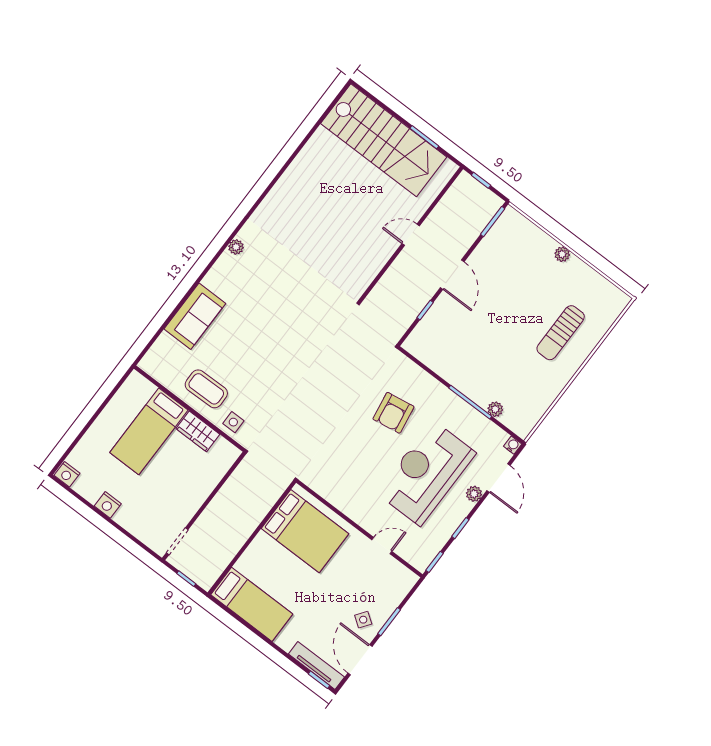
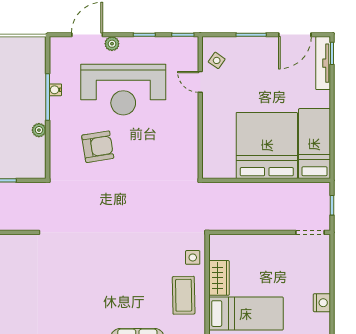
plant: (495, 409) -> (39, 130), moved
water cooler: (513, 445) -> (55, 90), moved
bed: (305, 531) -> (267, 145), moved, width x1.36
side table: (363, 620) -> (217, 60), moved

